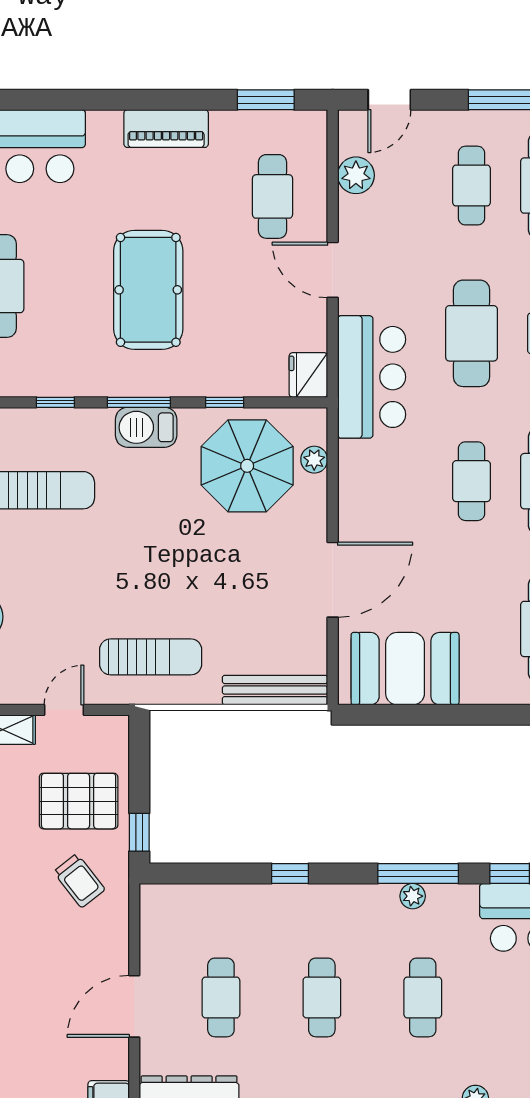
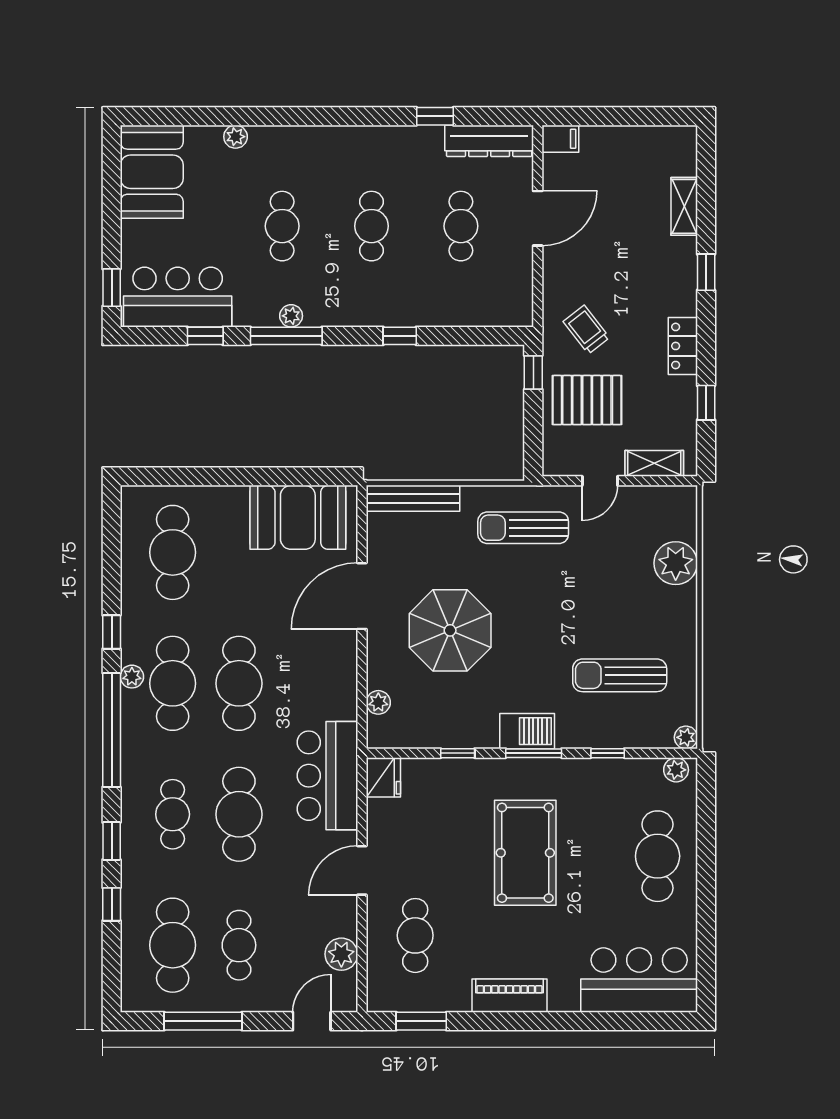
door: (333, 270) -> (362, 870), swing flipped
parasol: (247, 466) -> (450, 630), moved
cafe table: (472, 481) -> (239, 683), width x1.37, depth x1.35

